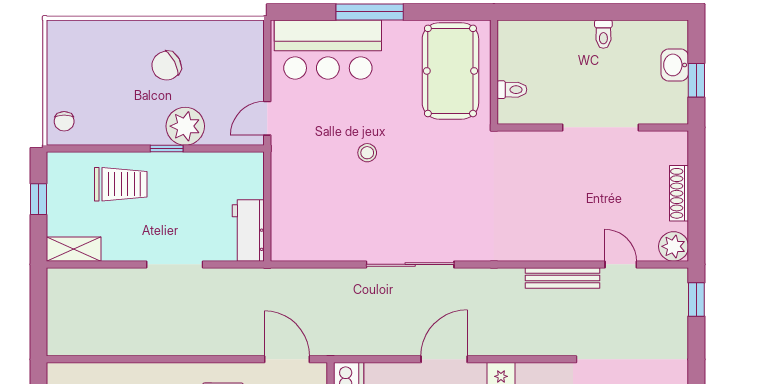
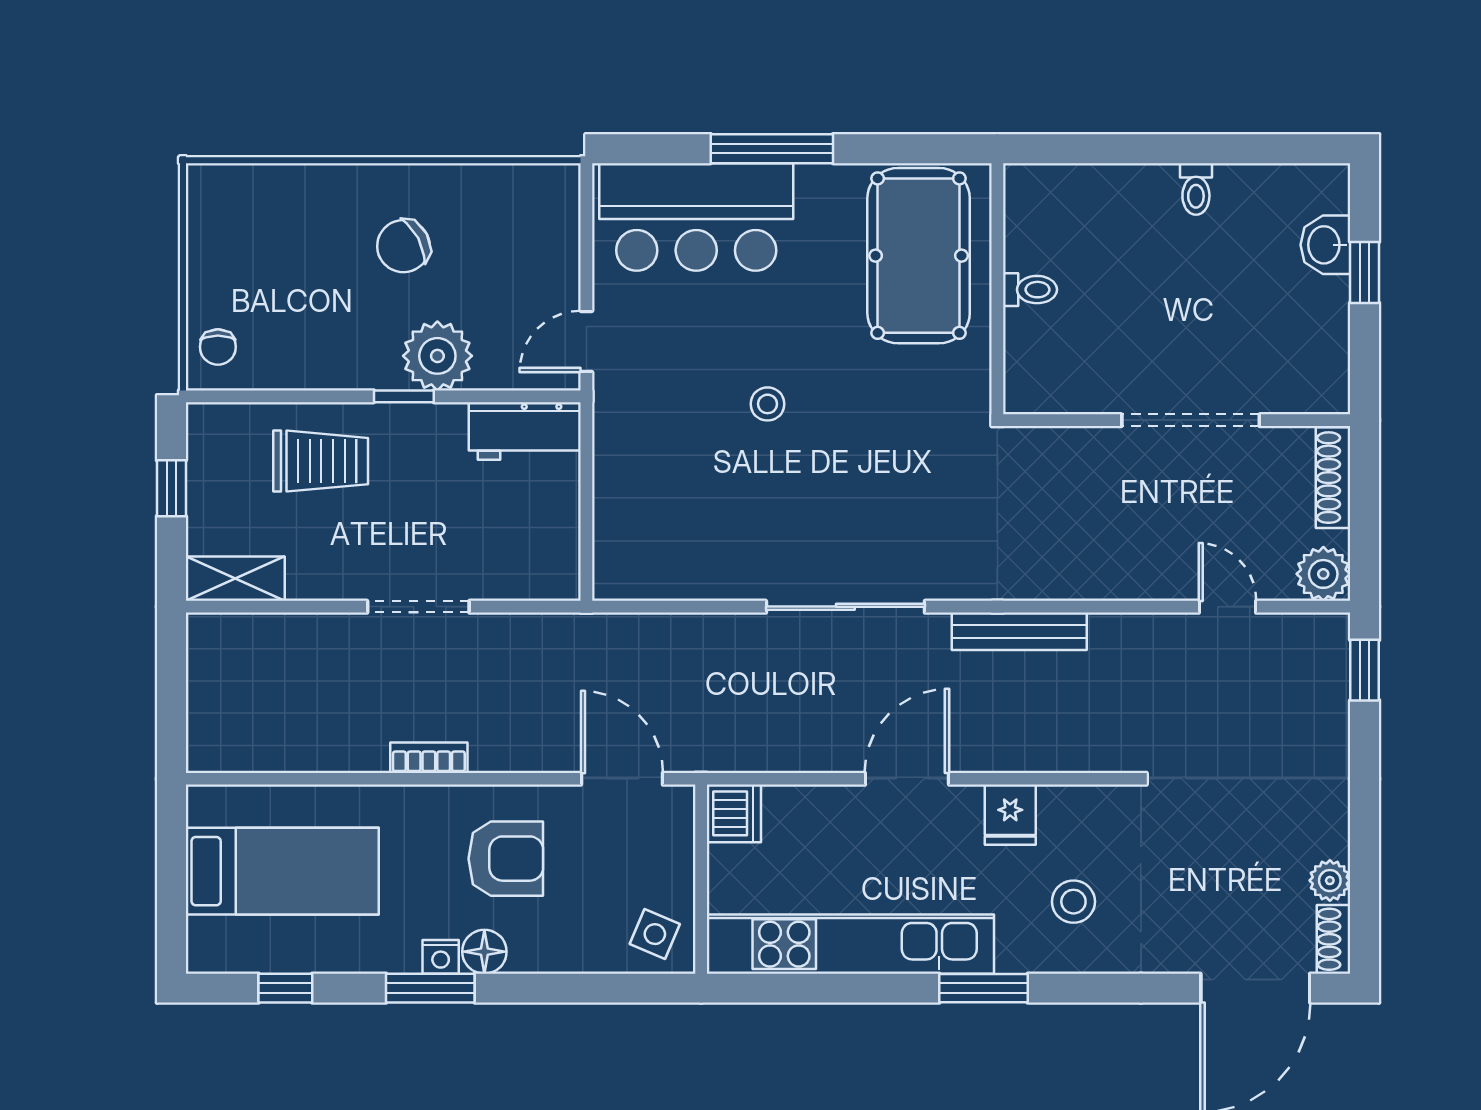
wall: (593, 127) -> (1177, 420), moved
doorway: (600, 127) -> (1191, 420), moved
workbench: (248, 231) -> (525, 431), moved, turned -90
bench: (563, 278) -> (1019, 631), moved
bookcase: (181, 348) -> (429, 758), added

